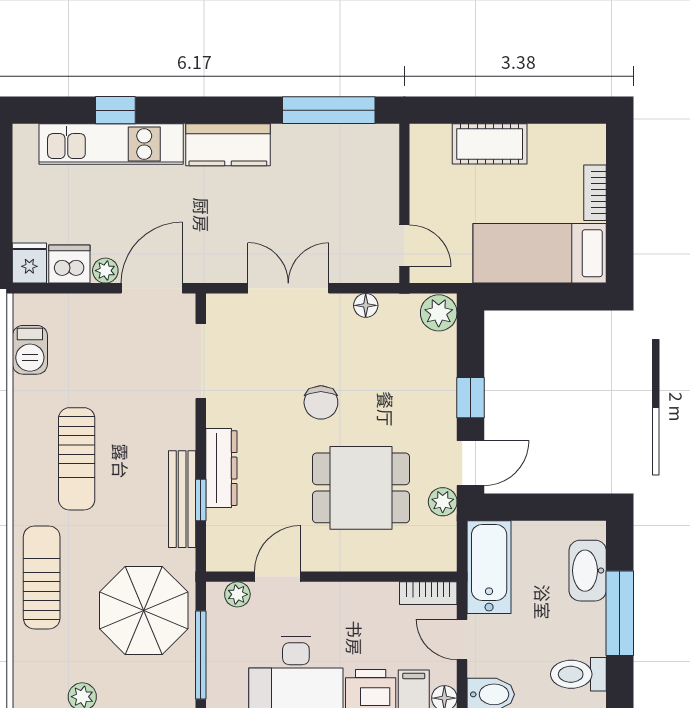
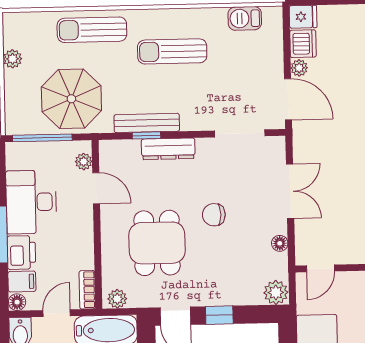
plant: (443, 502) -> (117, 299), moved
sun lounger: (42, 577) -> (92, 30), turned 180

